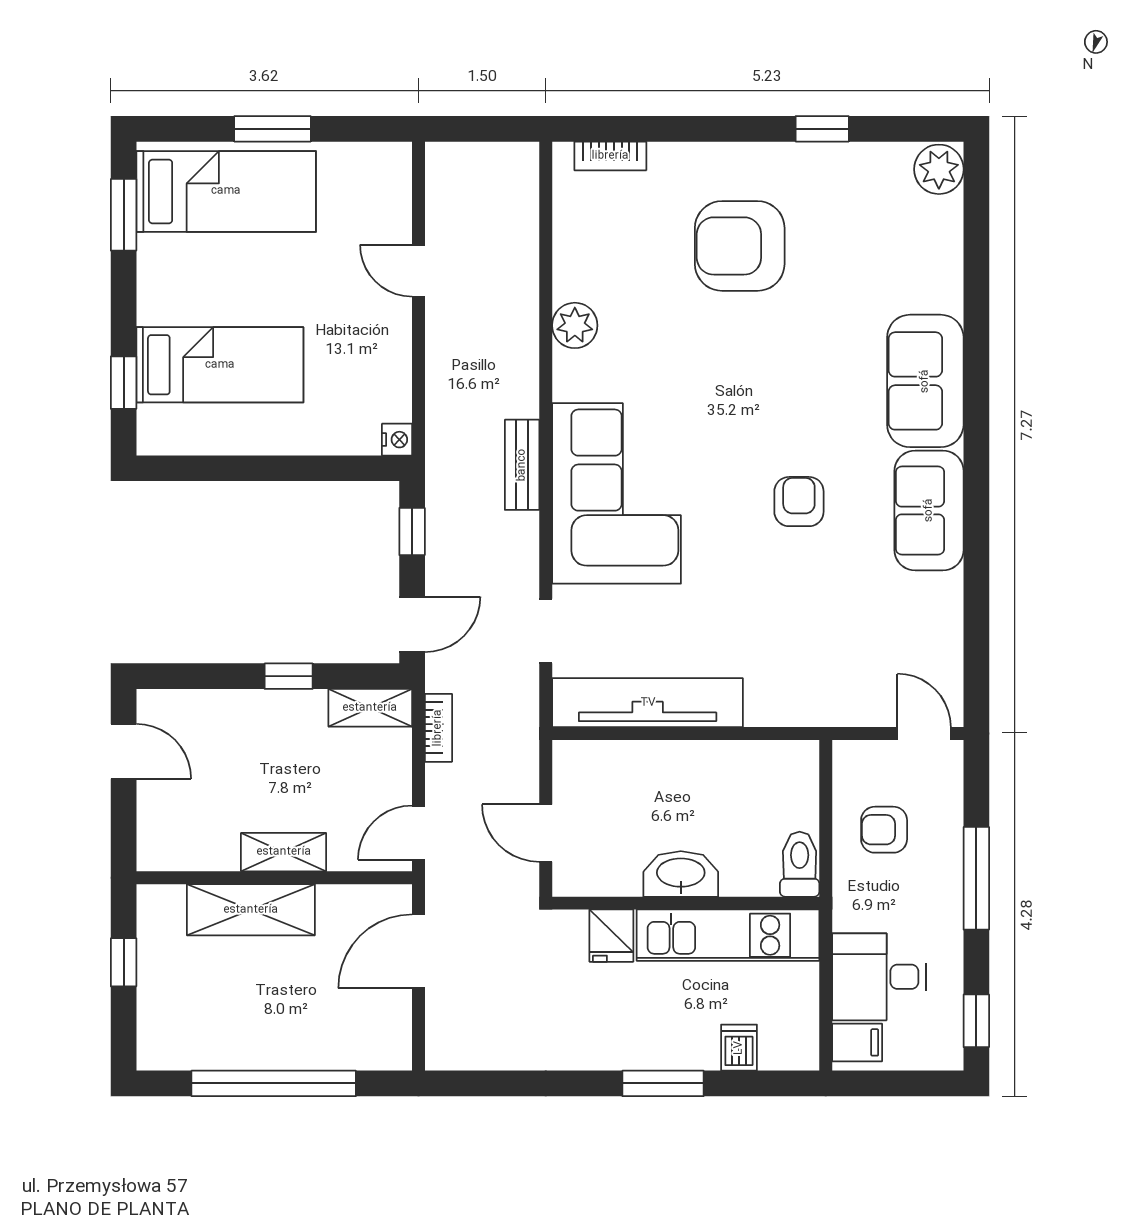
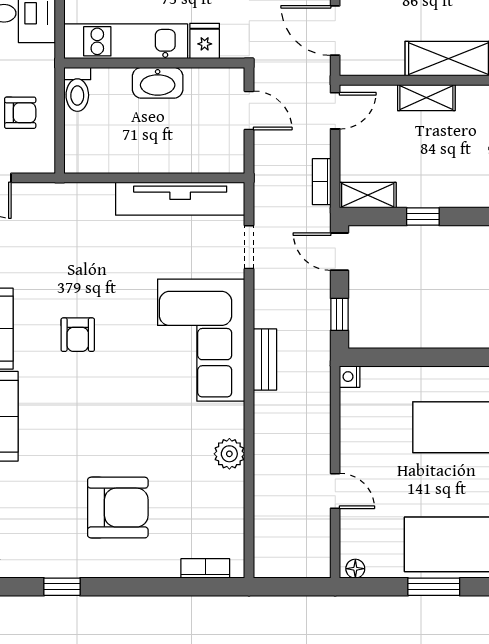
floor lamp: (389, 156) -> (355, 569), added
door: (412, 624) -> (339, 252), hinge flipped
door: (418, 951) -> (335, 30), swing flipped

